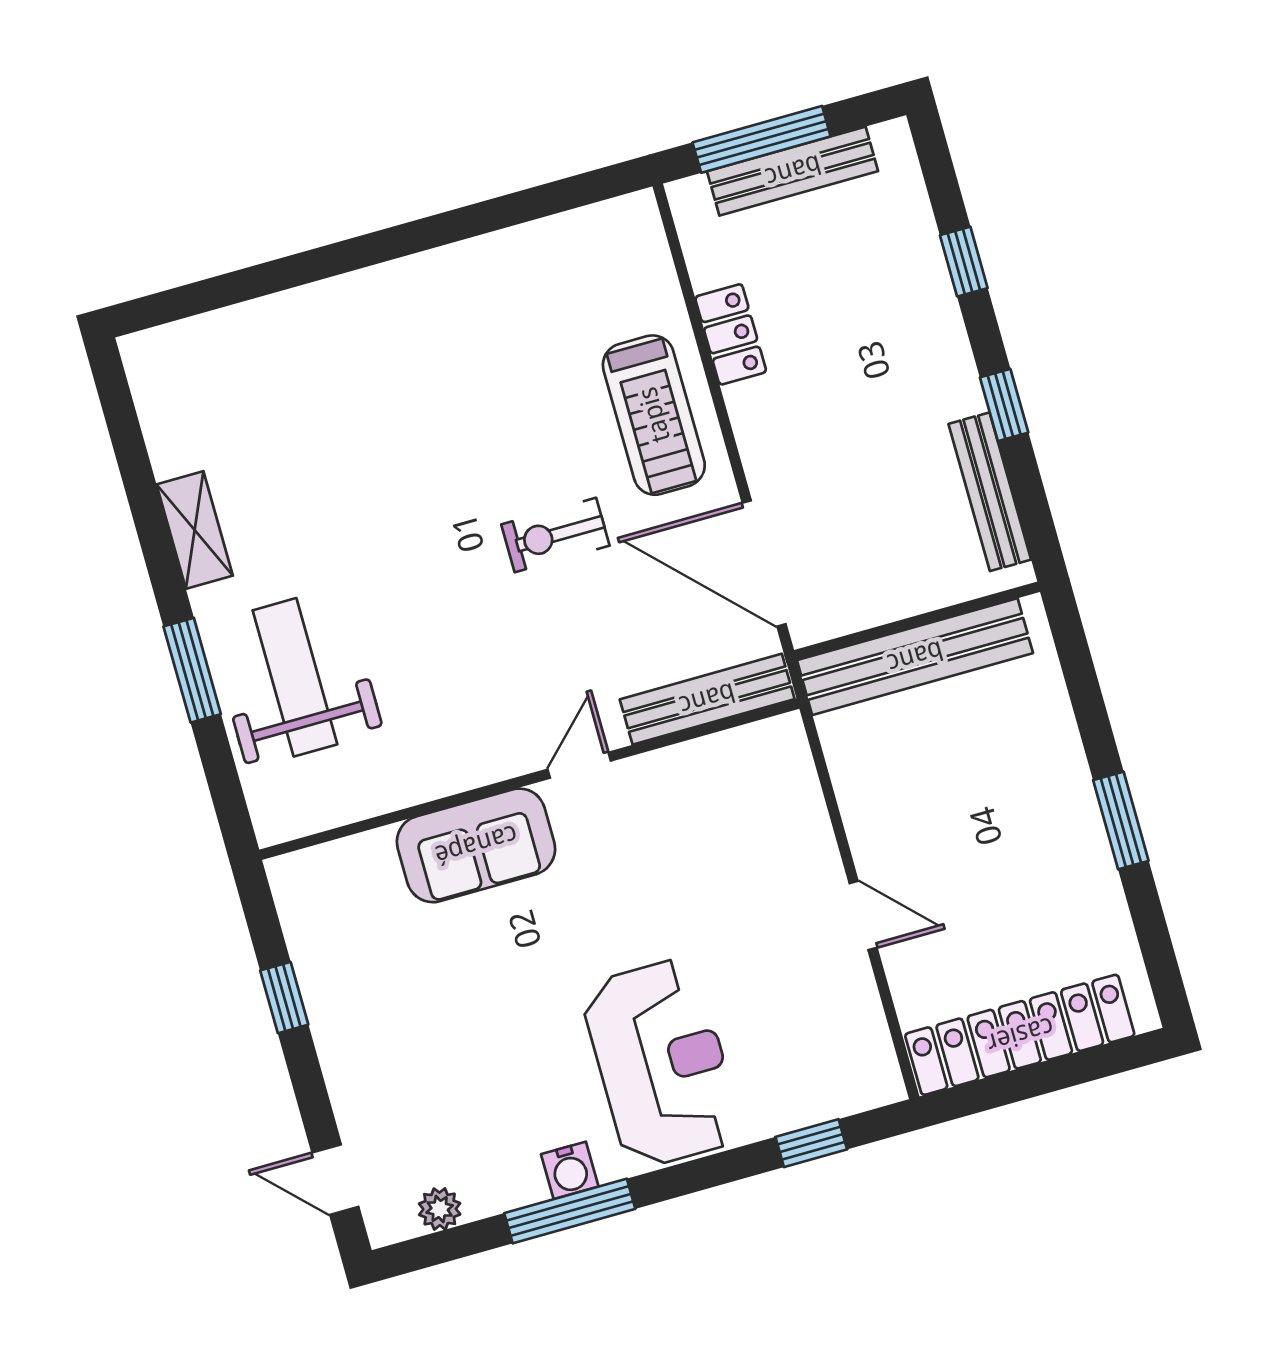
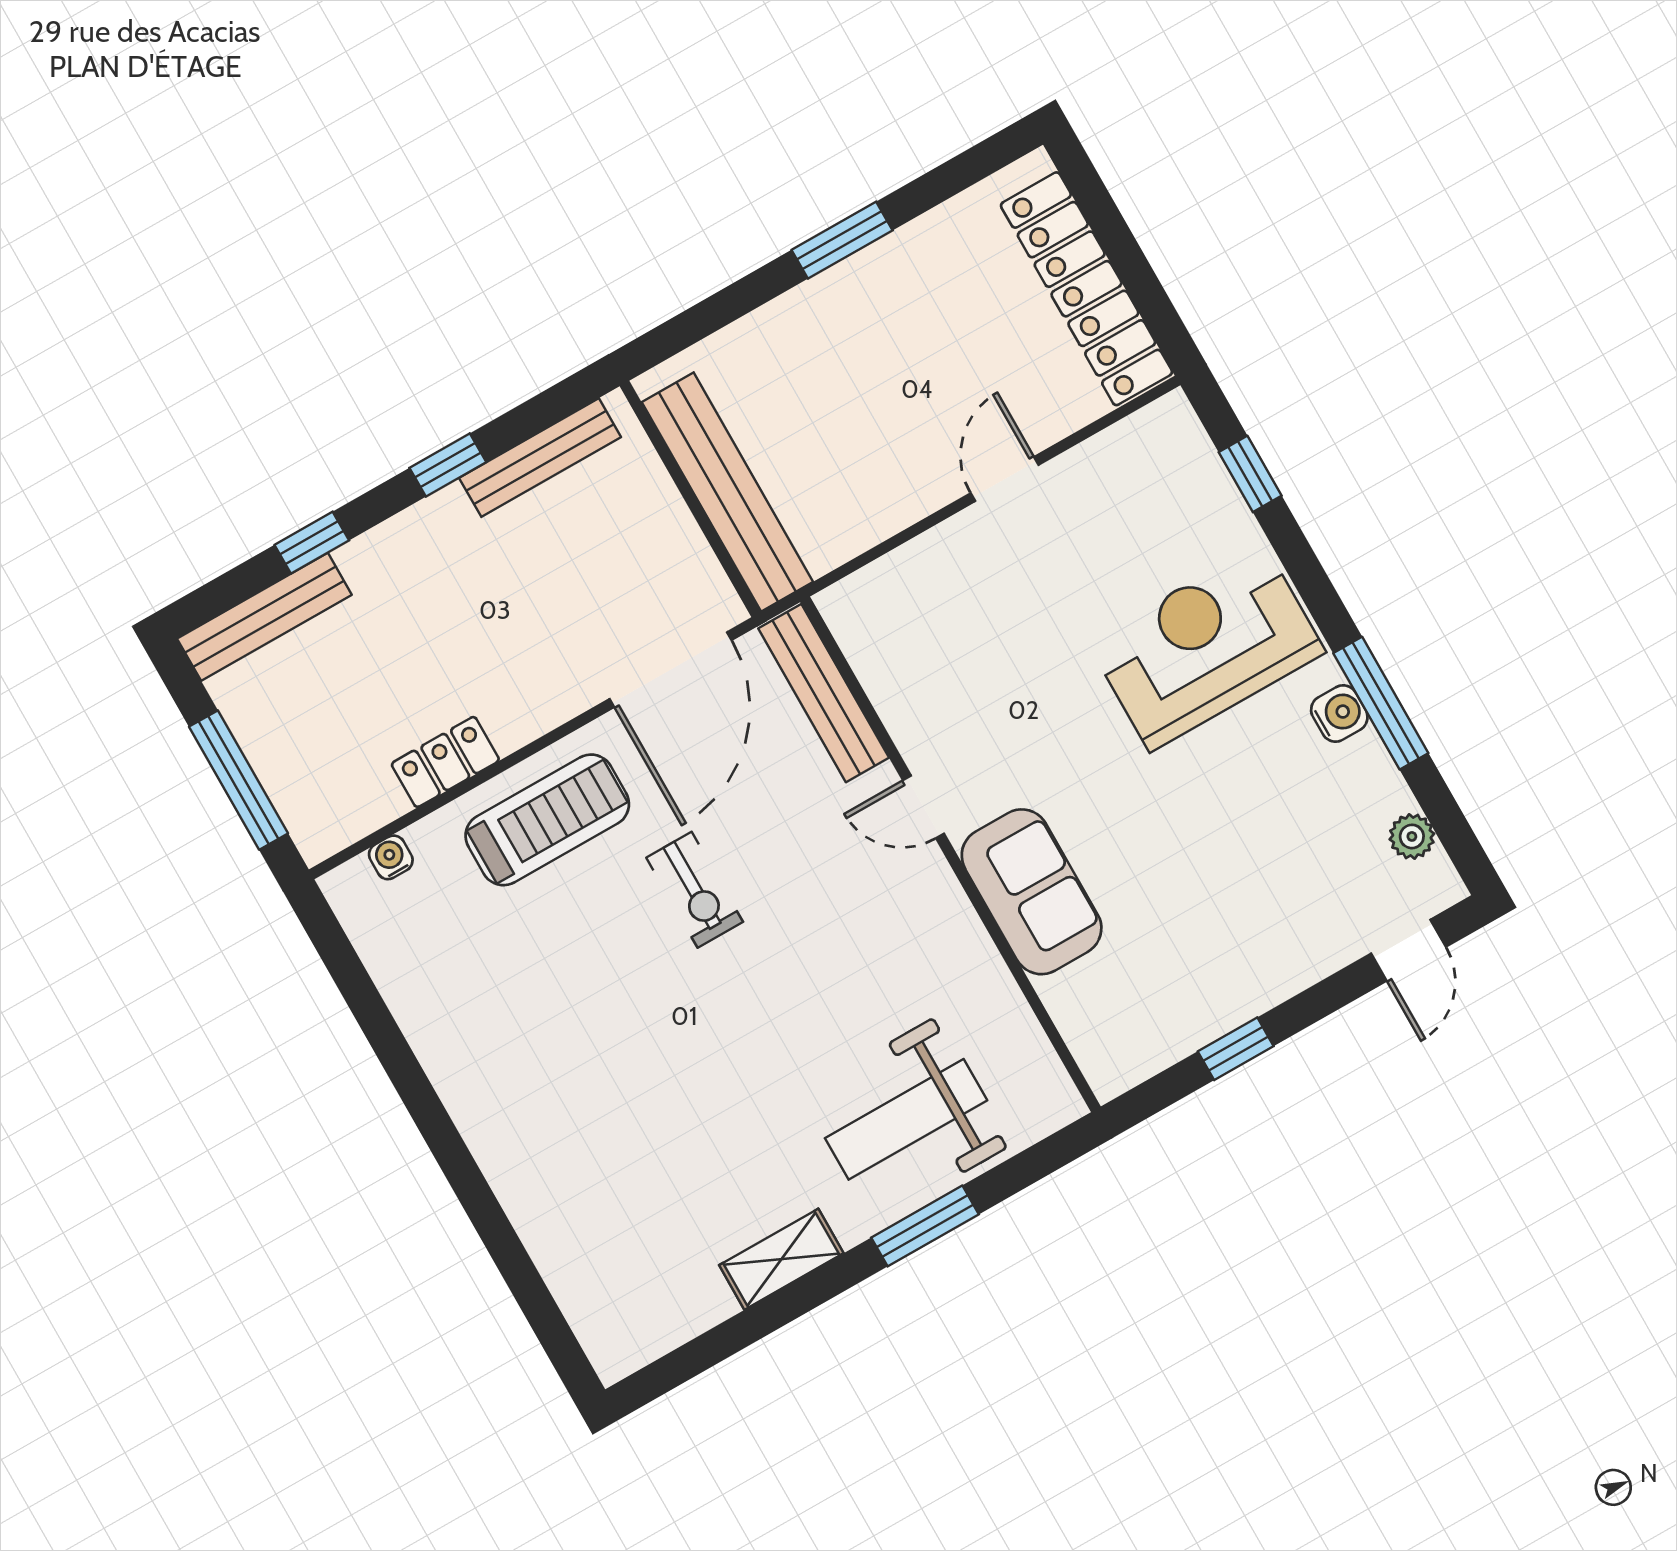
bench: (793, 171) -> (264, 617), moved, turned 90
water cooler: (655, 262) -> (391, 857), added

